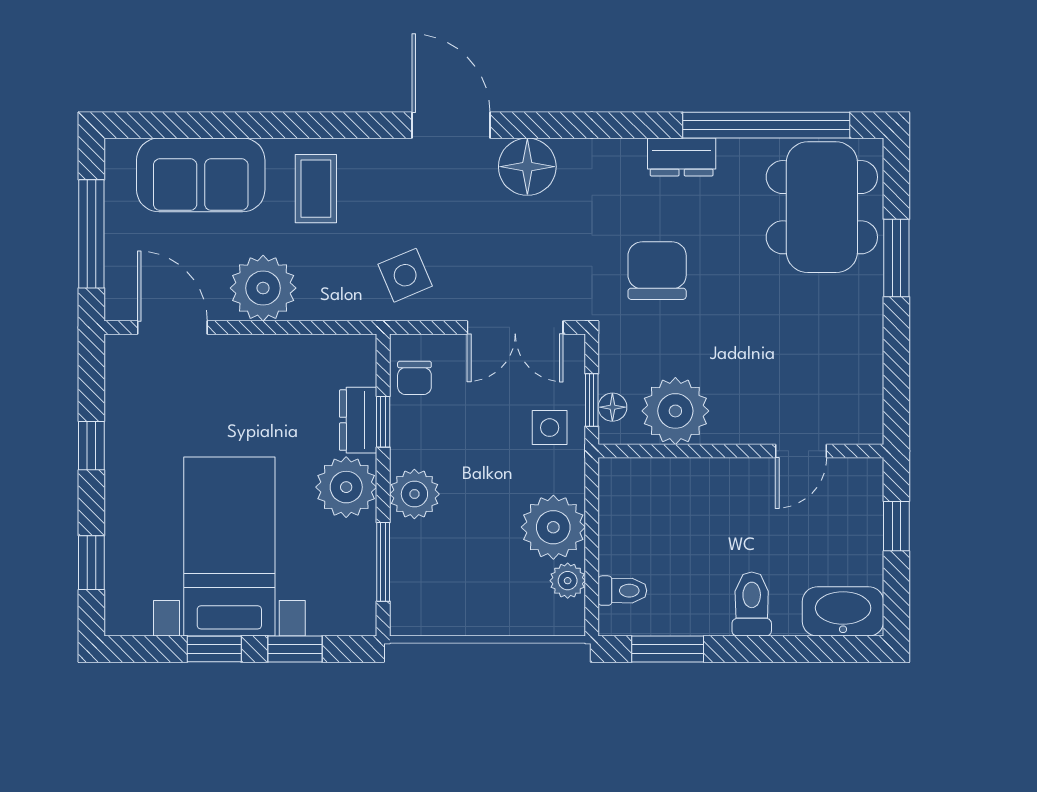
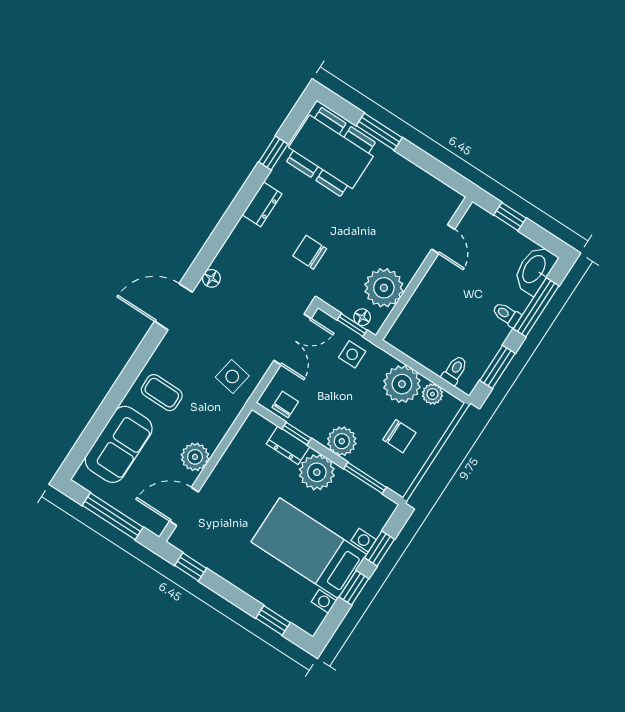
window: (766, 125) -> (273, 153), width x0.32
floor lamp: (527, 167) -> (211, 278), width x0.53, depth x0.53
chair: (657, 271) -> (310, 252), width x0.73, depth x0.73
side table: (405, 275) -> (232, 377), turned 33
plant: (263, 288) -> (195, 457), width x0.73, depth x0.73
chair: (414, 378) -> (285, 404), turned -90
window: (91, 446) -> (191, 567), moved
chair: (476, 572) -> (399, 436), added
toilet: (752, 604) -> (506, 315), width x0.73, depth x0.72
window: (790, 649) -> (536, 307), added

